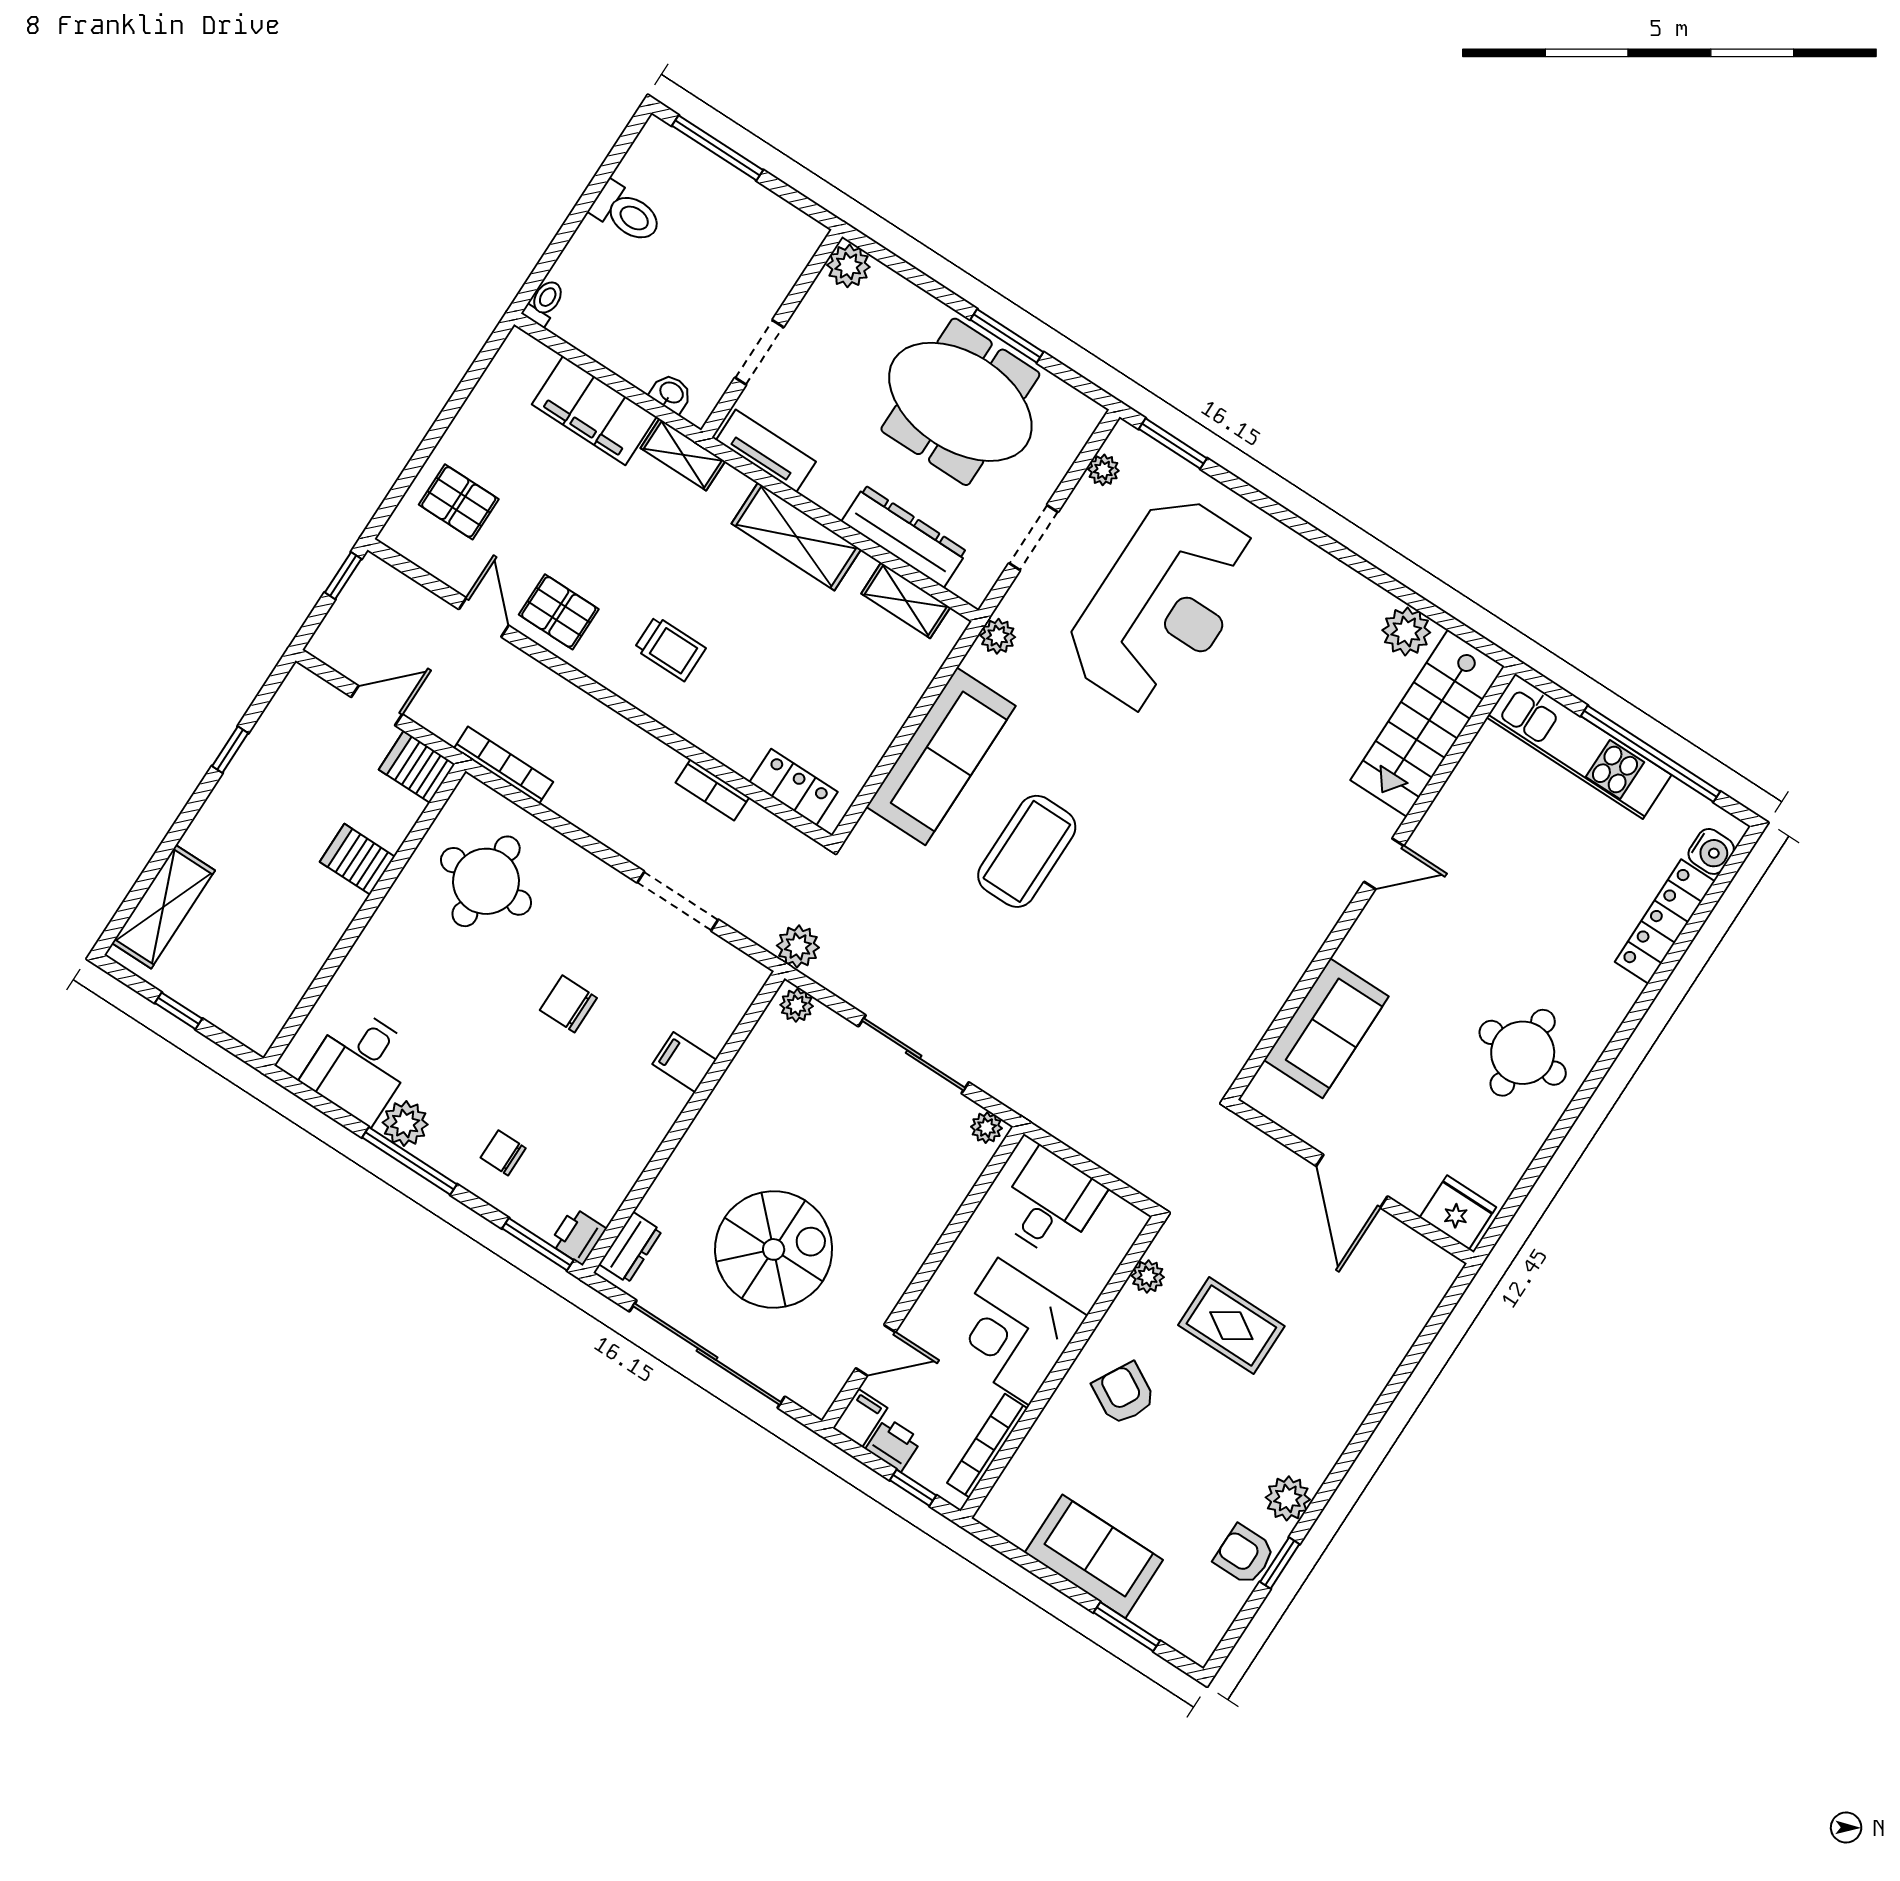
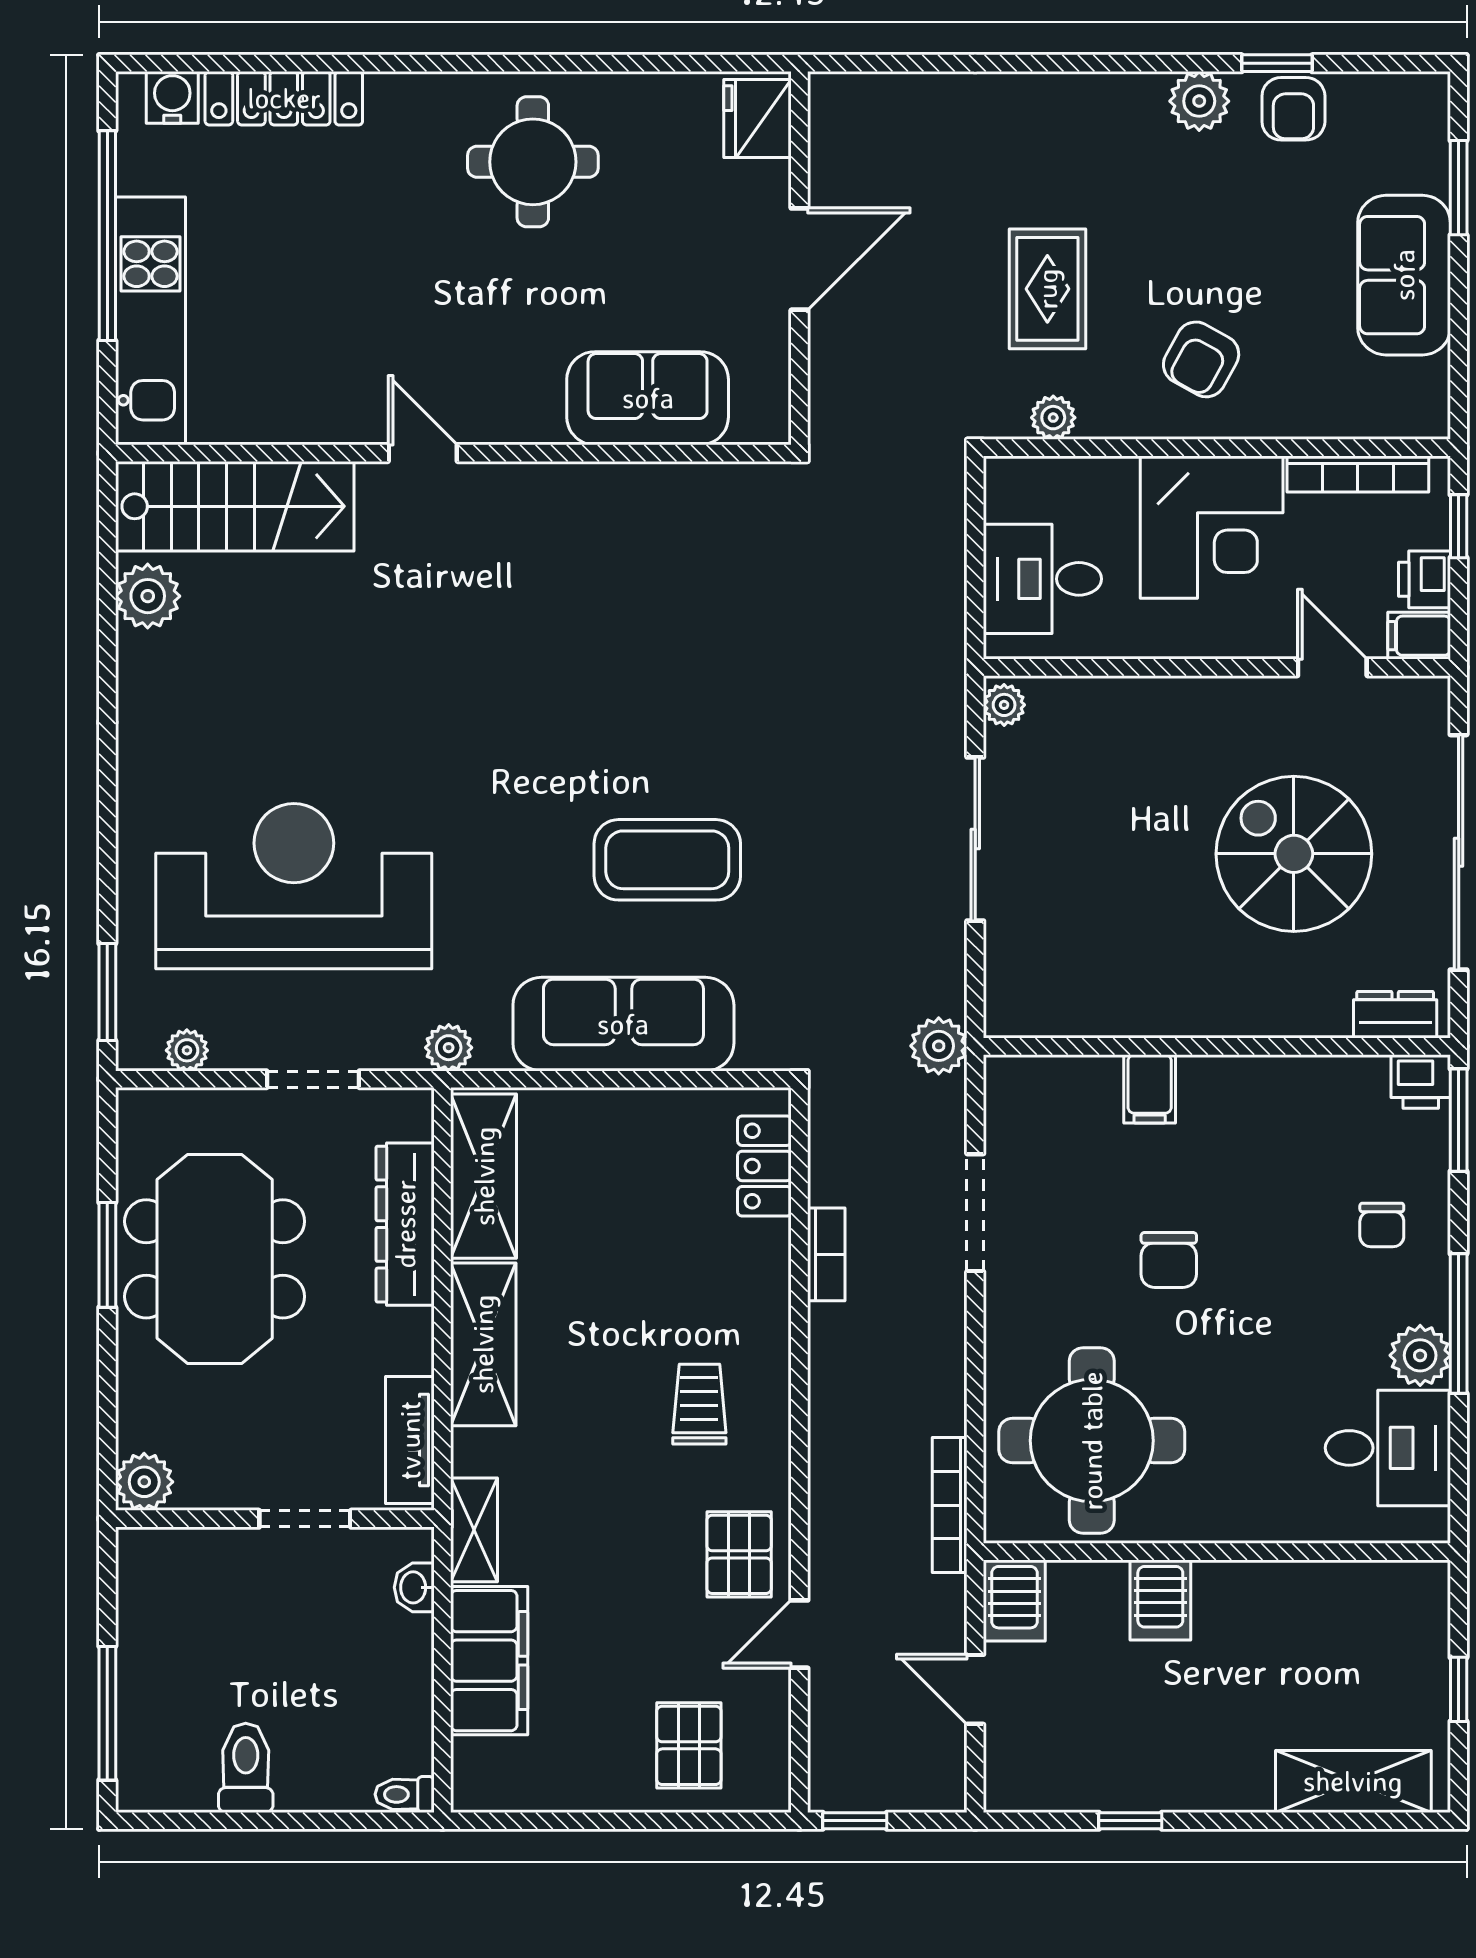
shelving: (906, 600) -> (484, 1176), width x1.50, depth x1.33
round table: (486, 881) -> (1092, 1441), width x1.36, depth x1.36
plant: (797, 1005) -> (1005, 1005), removed

